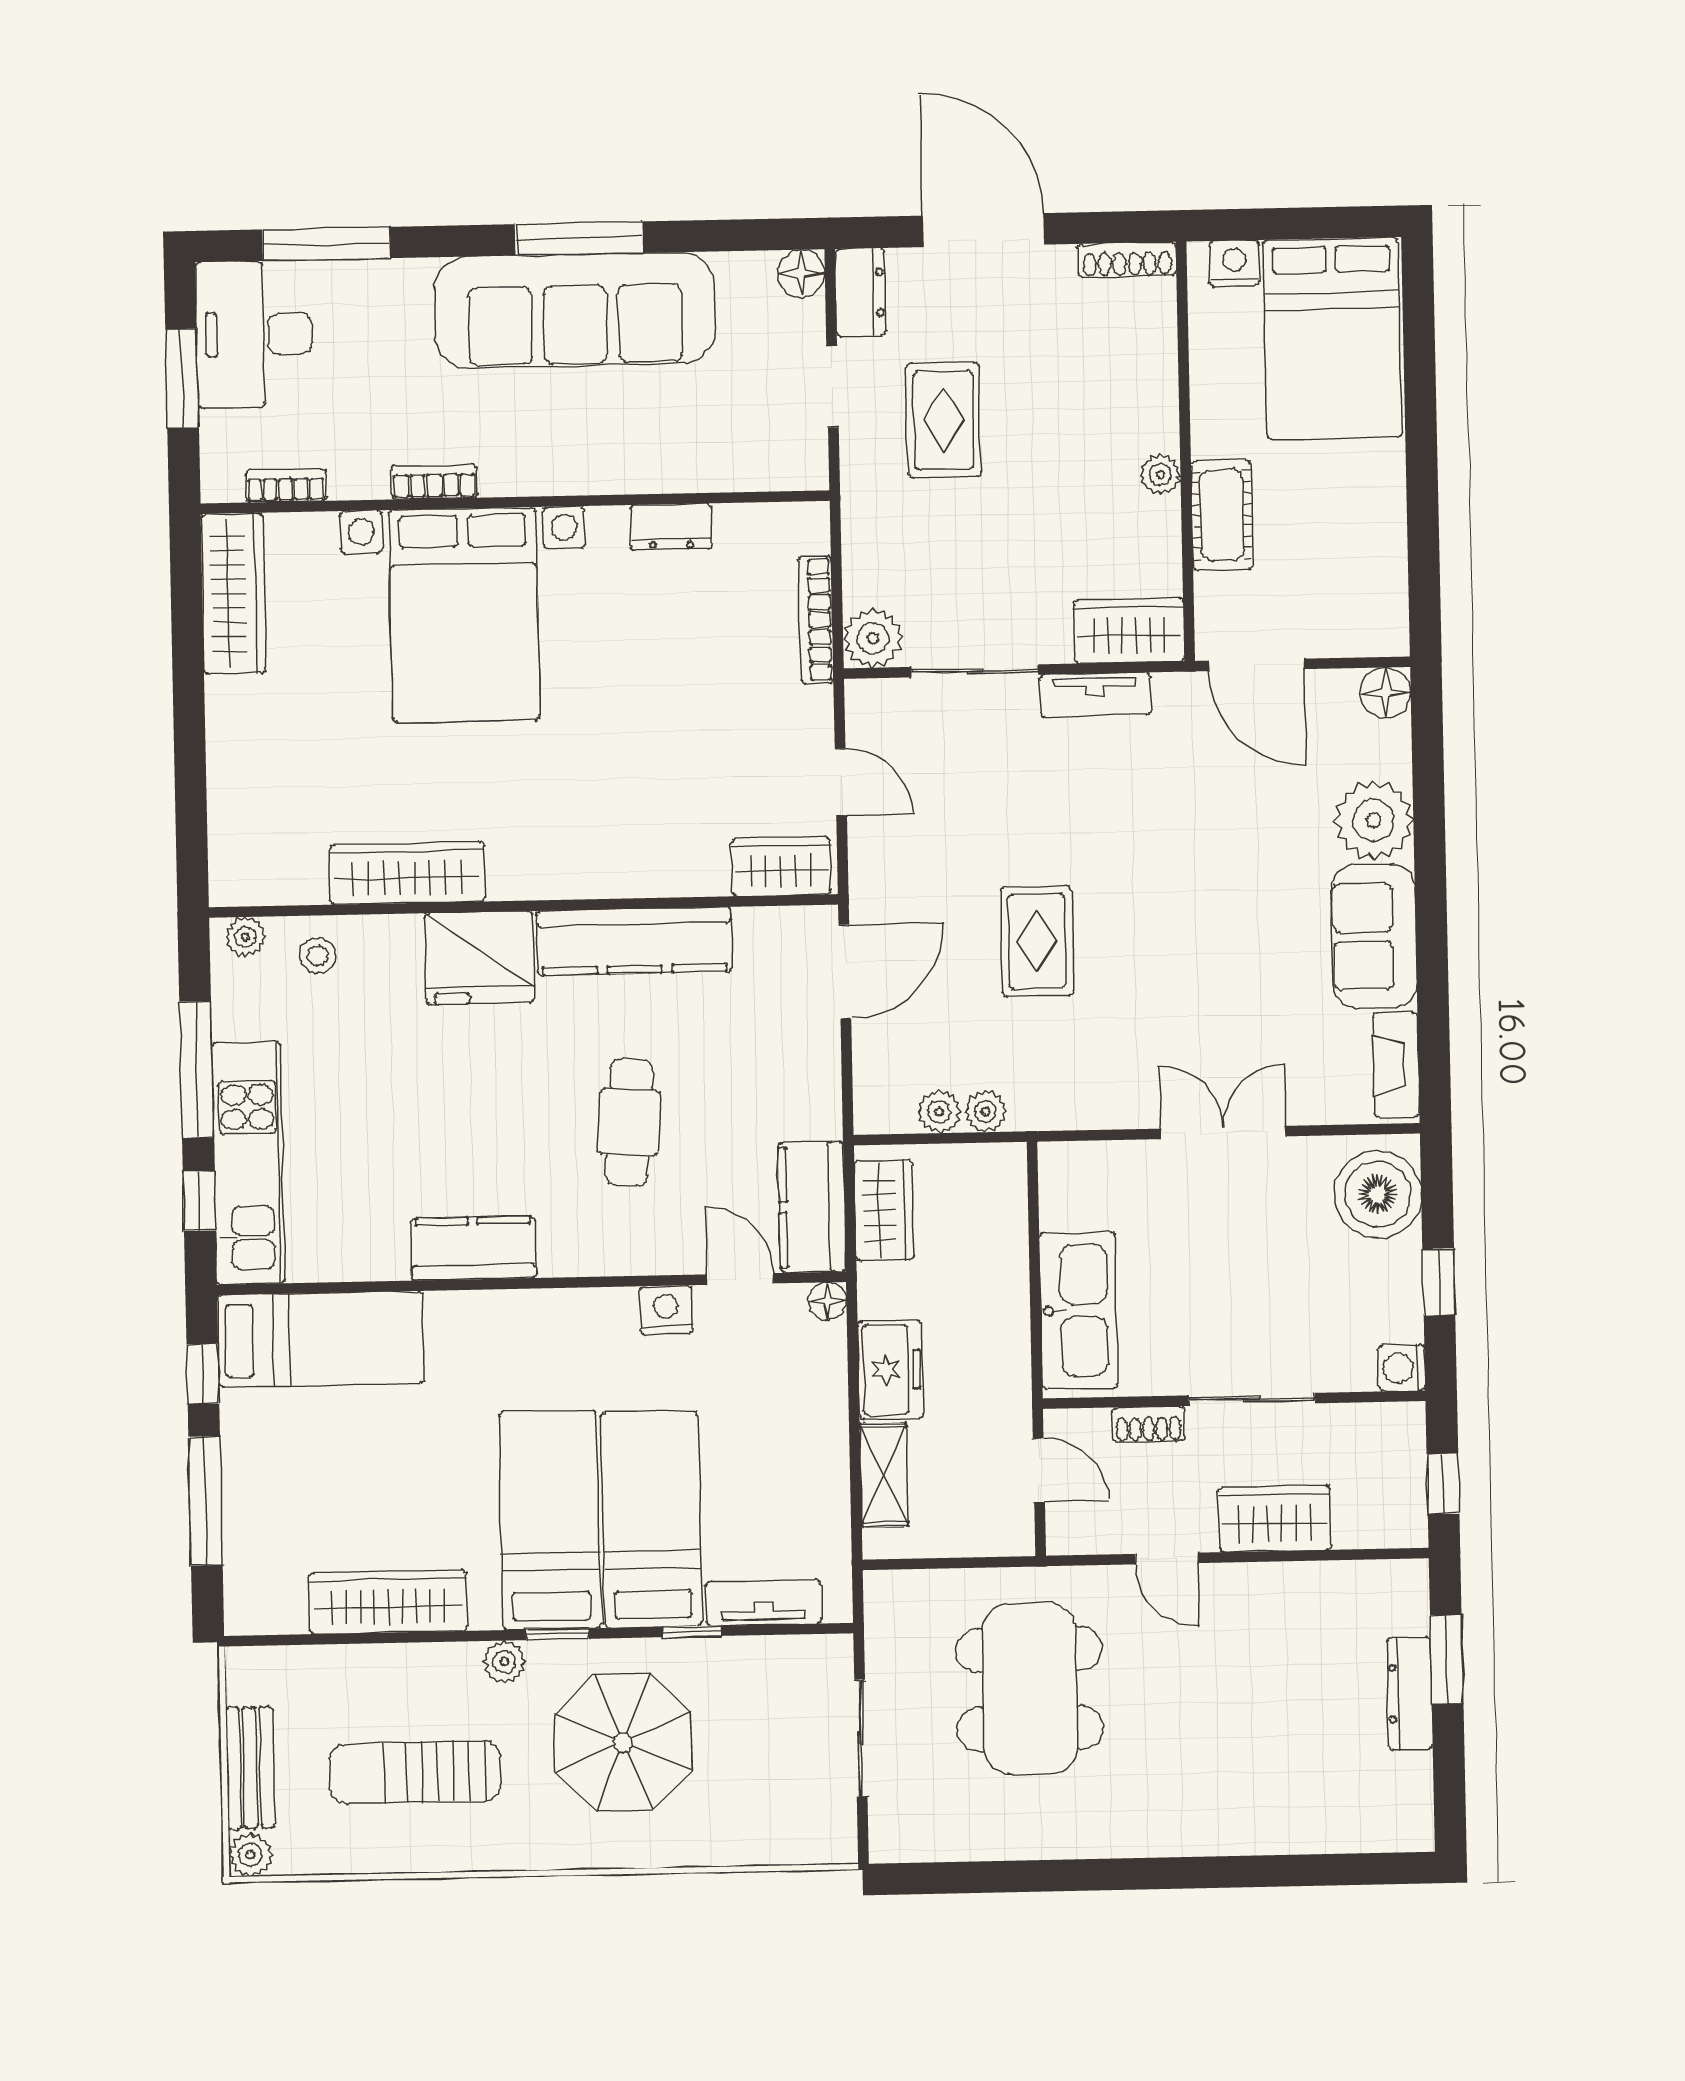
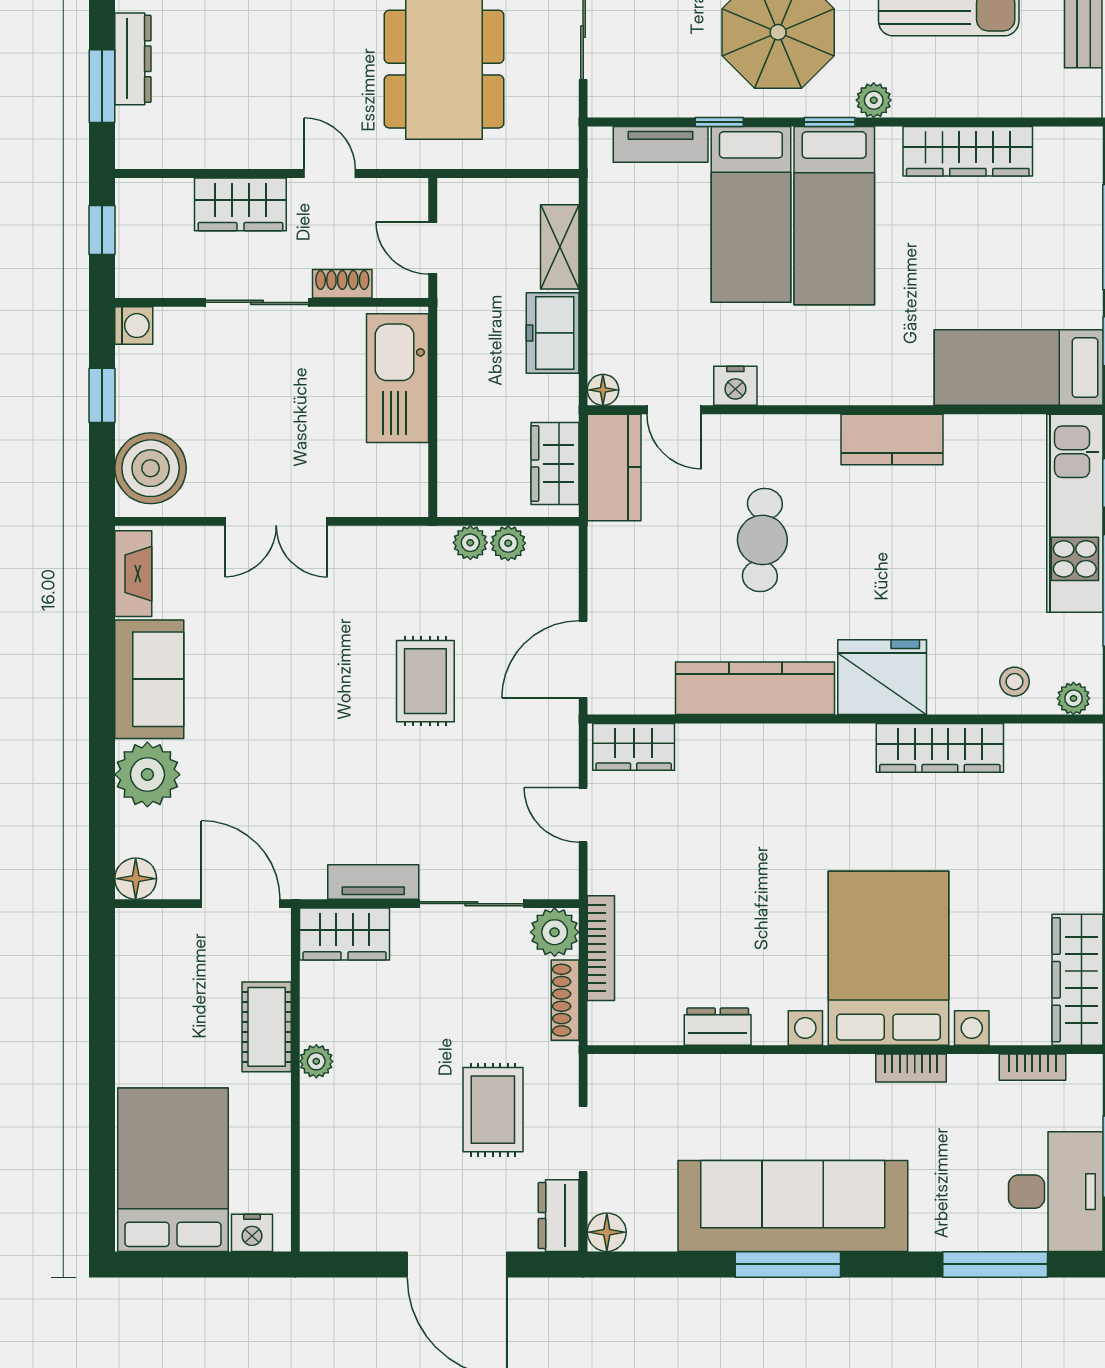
shoe rack: (1127, 259) -> (565, 1000), moved, turned -90

